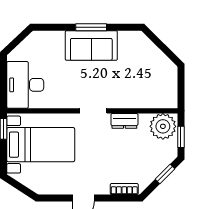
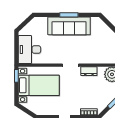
sofa: (91, 45) -> (69, 26), width x1.36

